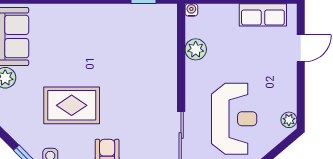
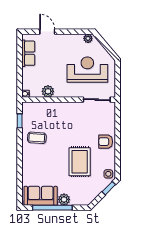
coffee table: (114, 30) -> (37, 138), added

